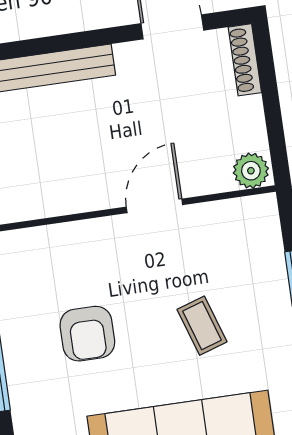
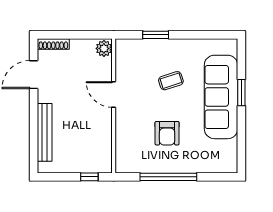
armchair: (87, 334) -> (167, 133), turned 90

